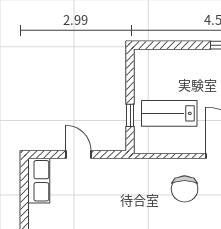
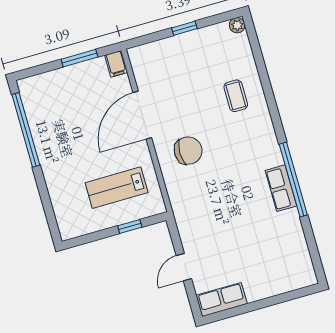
lab bench: (169, 113) -> (117, 188), turned 90

